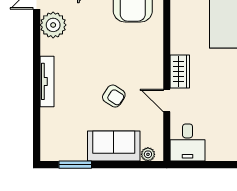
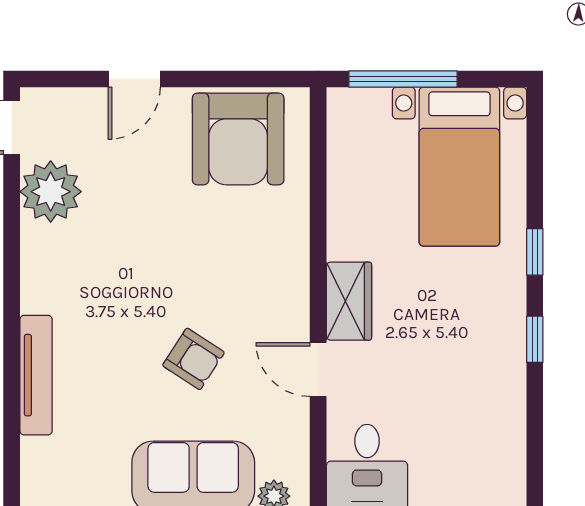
tv unit: (47, 81) -> (36, 375), moved

